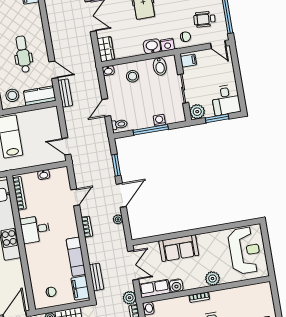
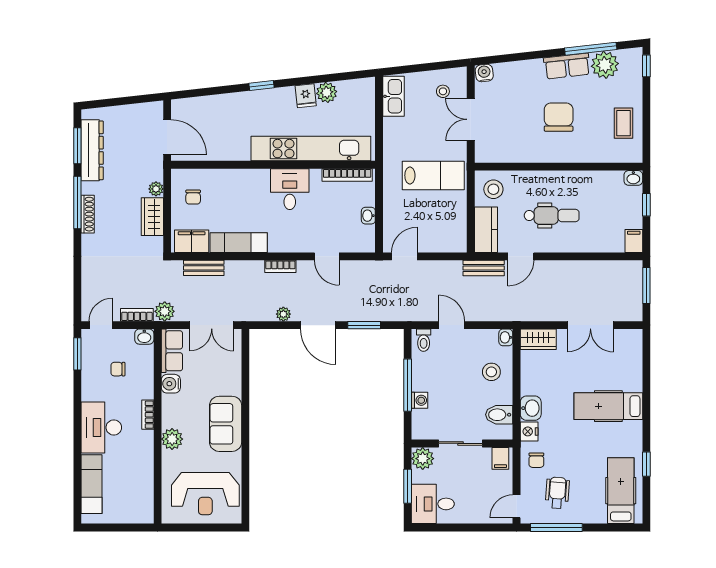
sofa: (179, 248) -> (226, 424), moved

